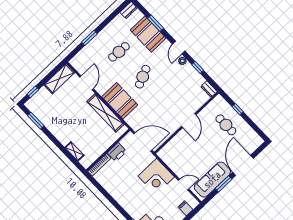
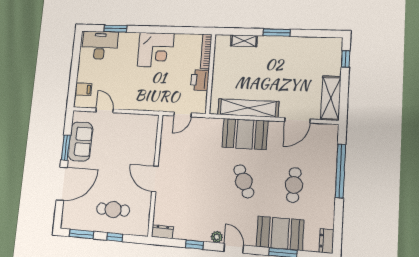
window: (89, 38) -> (340, 171), width x2.11
door: (87, 83) -> (297, 120), hinge flipped
window: (36, 121) -> (277, 32), moved
window: (255, 127) -> (82, 234), added
door: (143, 142) -> (183, 114), width x0.53
door: (243, 165) -> (62, 184), hinge flipped
corner desk: (156, 176) -> (156, 50), moved, turned 180
sofa: (212, 180) -> (80, 141), width x0.73
door: (184, 185) -> (105, 110), swing flipped

